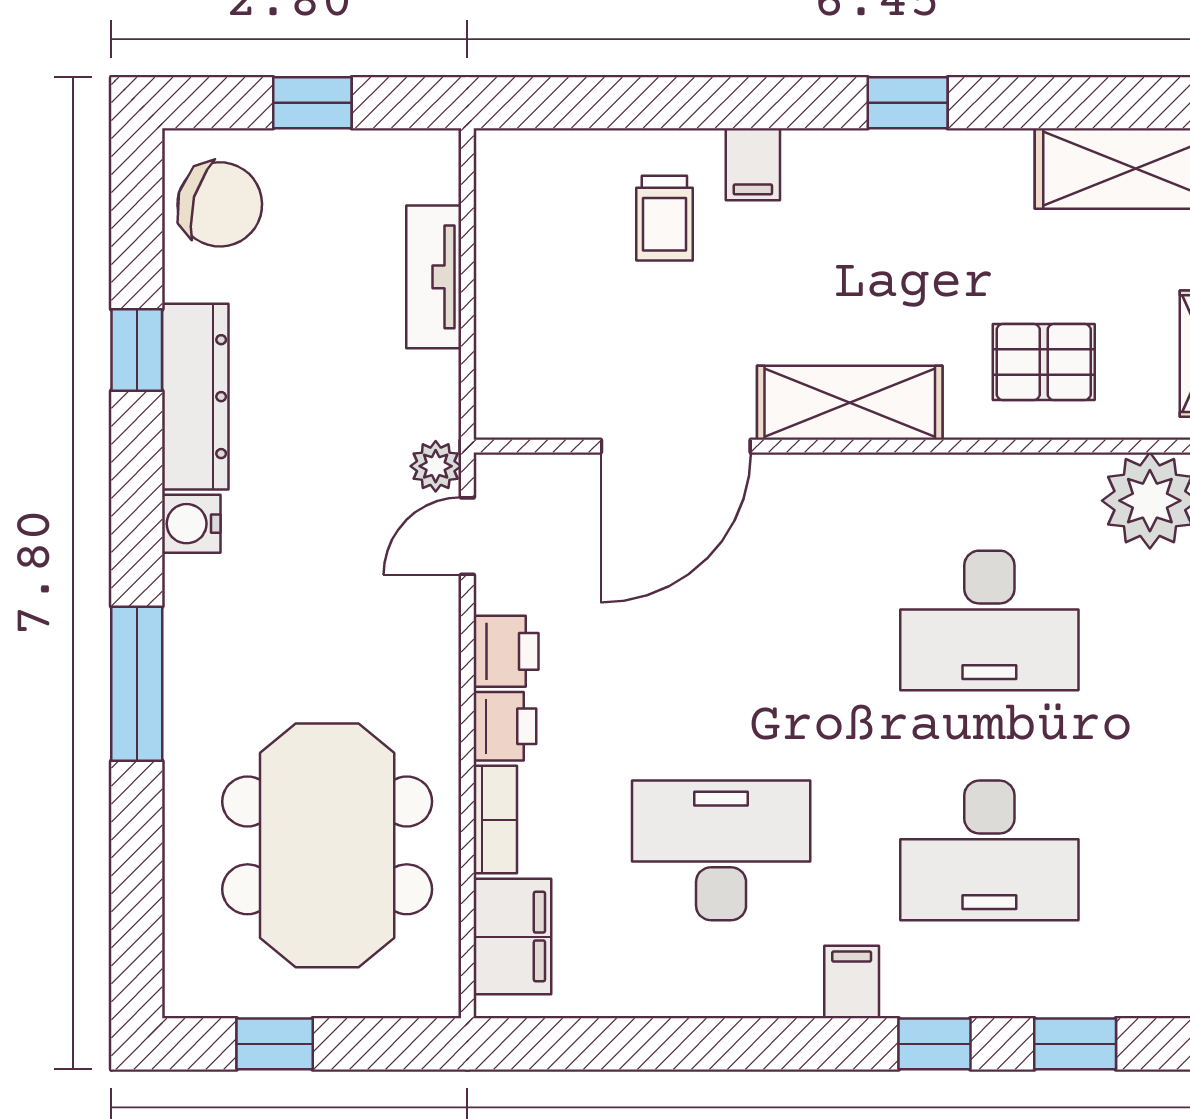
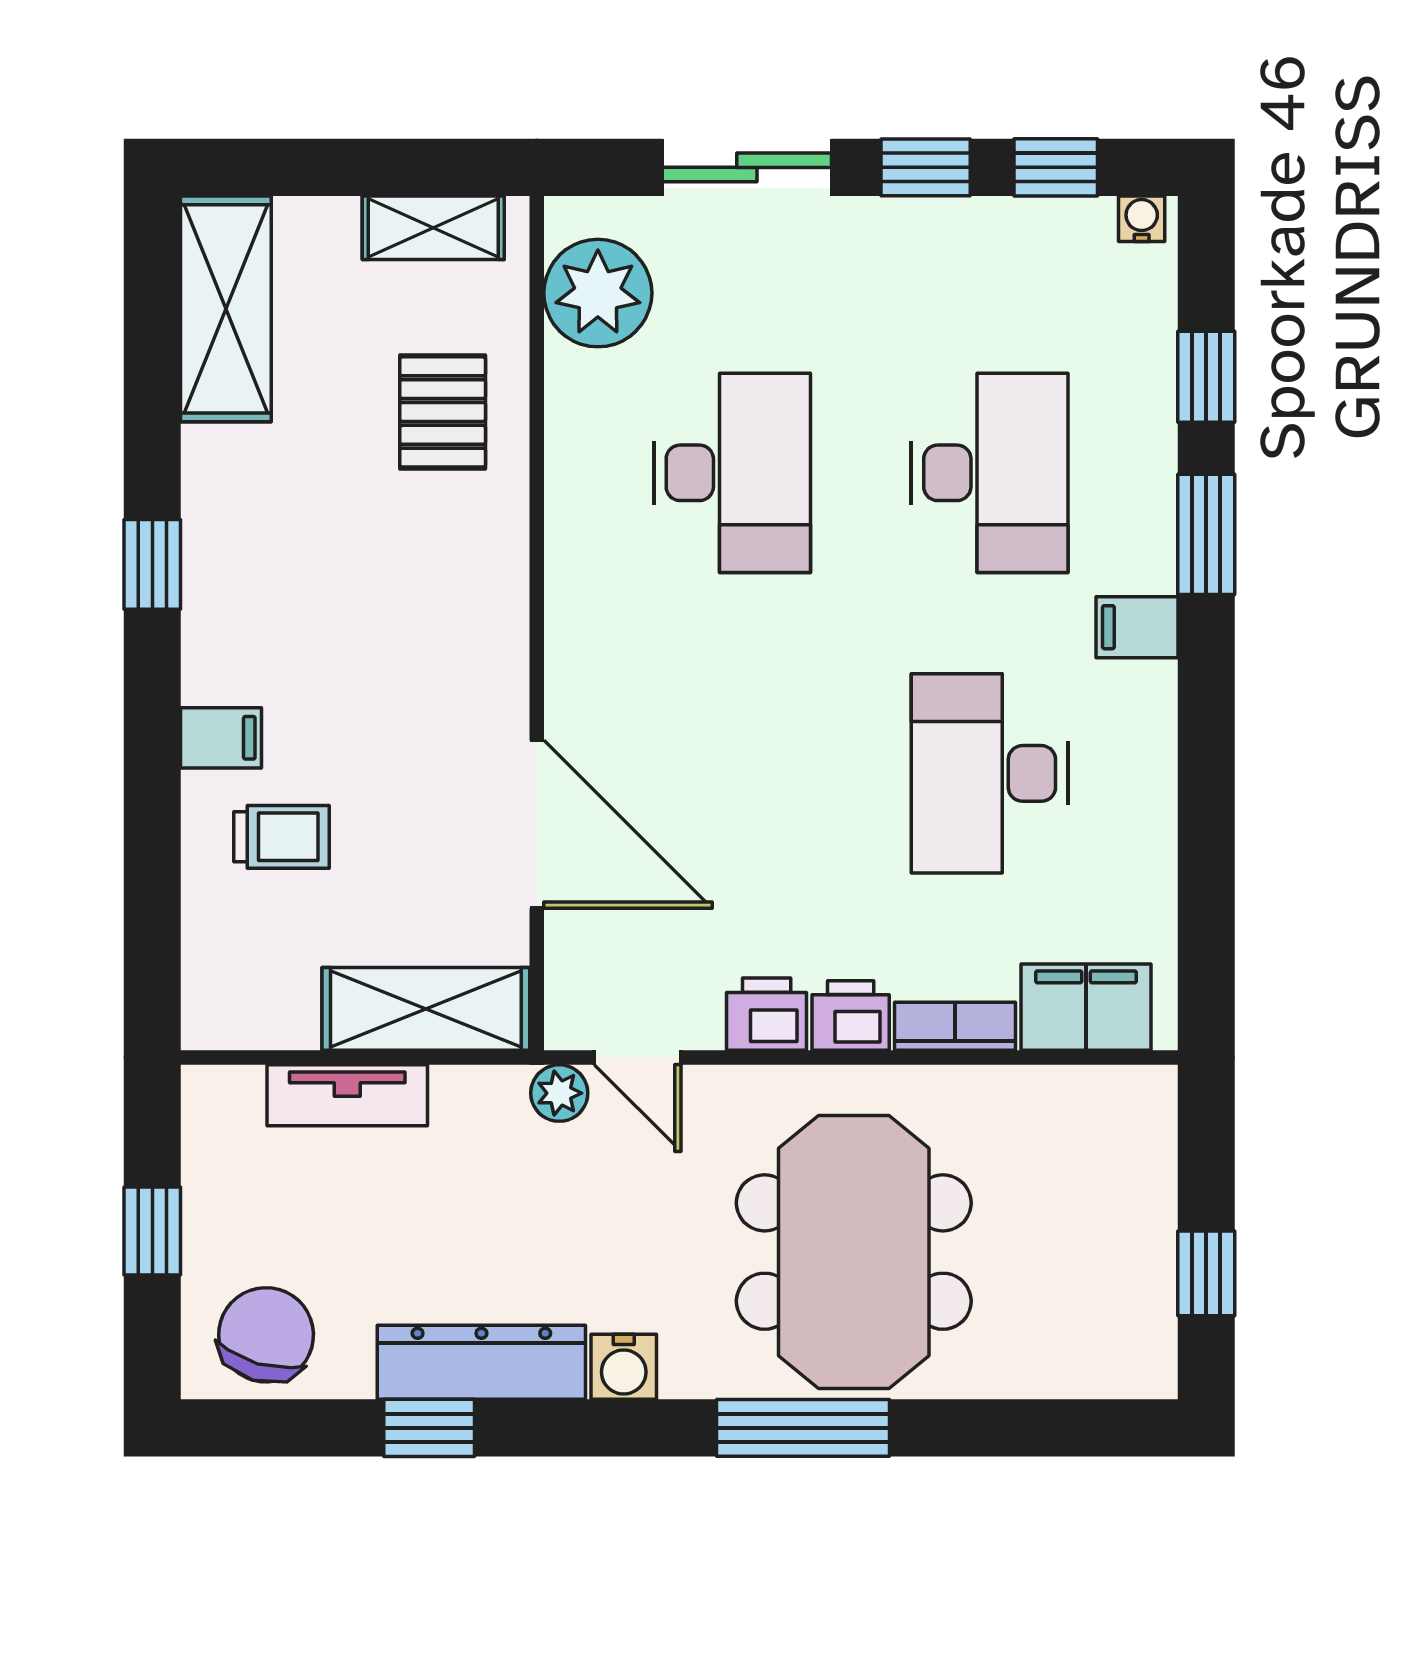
shelving: (850, 403) -> (426, 1009), moved, turned 90
meeting table: (327, 845) -> (854, 1252), moved, turned 90
window: (934, 1044) -> (1206, 534), width x1.50

